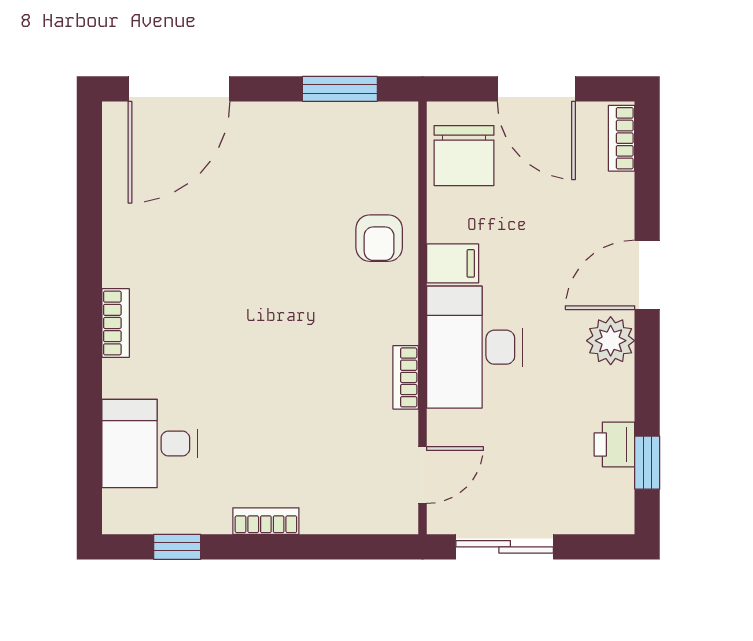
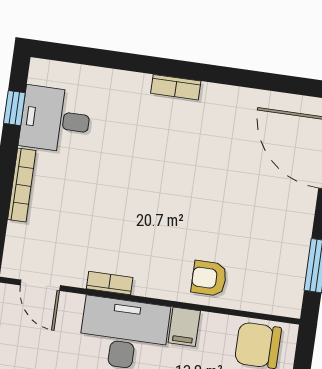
desk: (150, 443) -> (55, 120), moved, turned -90
bookcase: (266, 521) -> (22, 185), width x1.56

